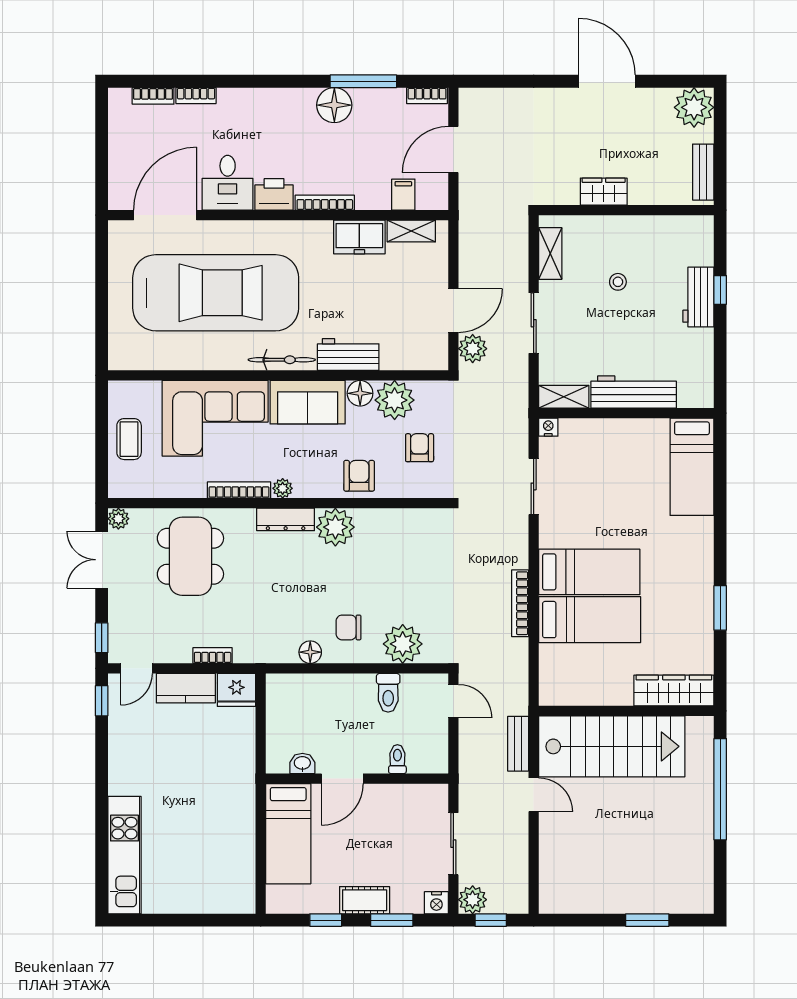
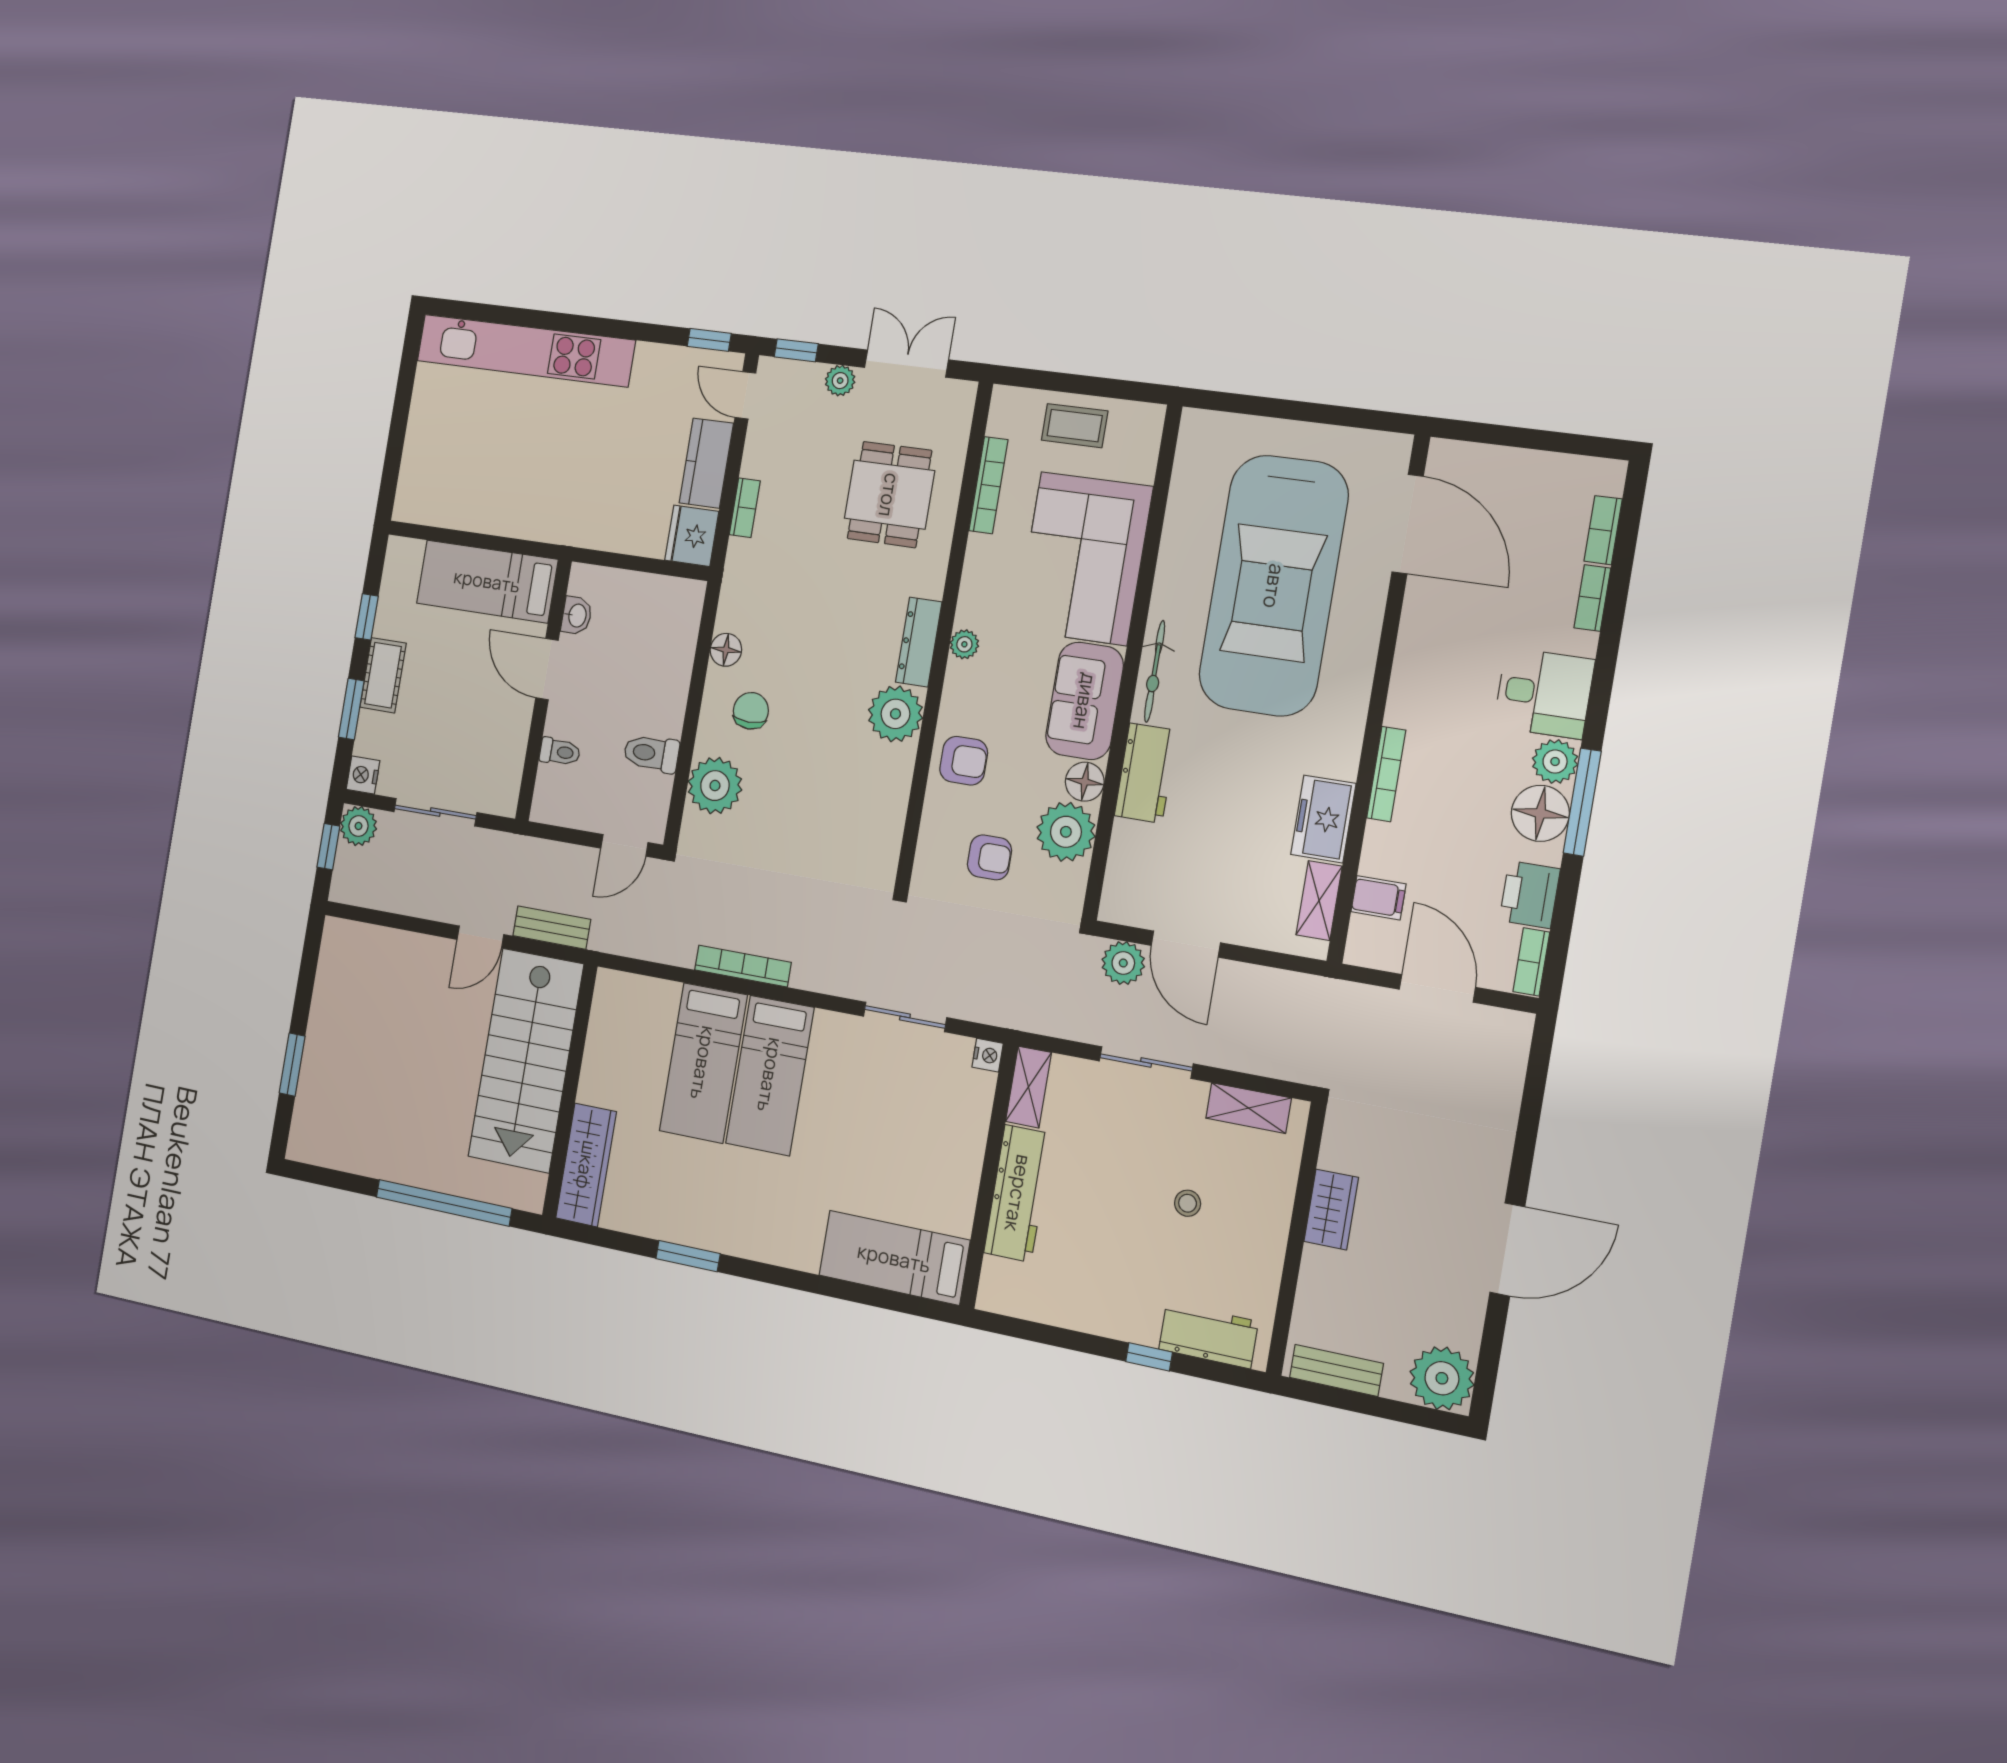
window: (363, 81) -> (1582, 802), moved
plant: (301, 101) -> (1555, 762), added
desk: (228, 183) -> (1544, 693), moved, turned 180
printer: (274, 194) -> (1530, 895), moved, turned 180
workbench: (698, 297) -> (1208, 1335), moved
bookcase: (239, 490) -> (988, 485), moved
plant: (118, 519) -> (840, 381), moved
dining table: (190, 556) -> (889, 495), width x0.73
kitchen unit: (124, 855) -> (525, 351), width x1.36

